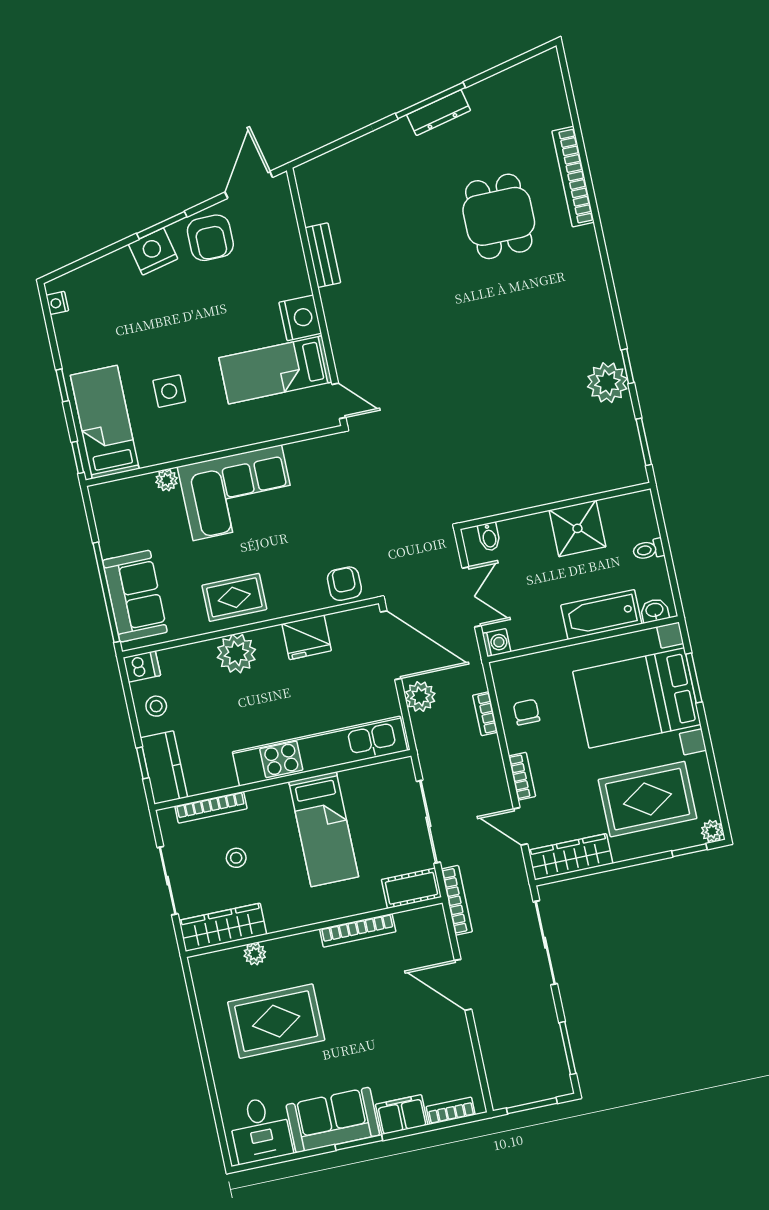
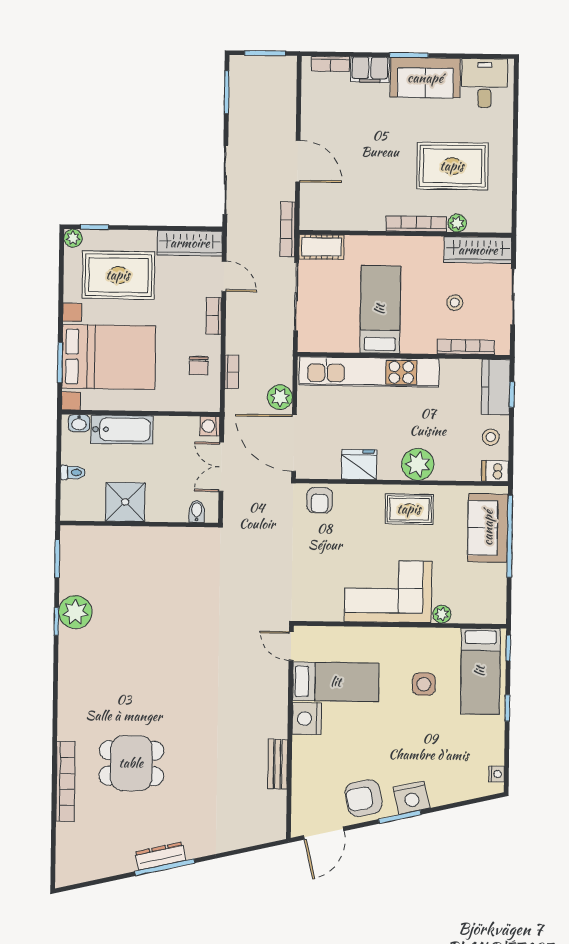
dining table: (499, 216) -> (131, 763), turned 90
armchair: (210, 238) -> (364, 798), turned -101
bookcase: (358, 930) -> (416, 224), moved

